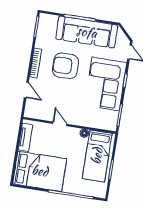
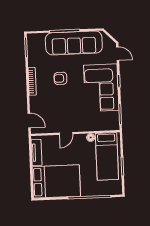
armchair: (65, 66) -> (60, 78), width x0.53, depth x0.53
door: (26, 90) -> (29, 120), moved
door: (60, 124) -> (66, 133), swing flipped

